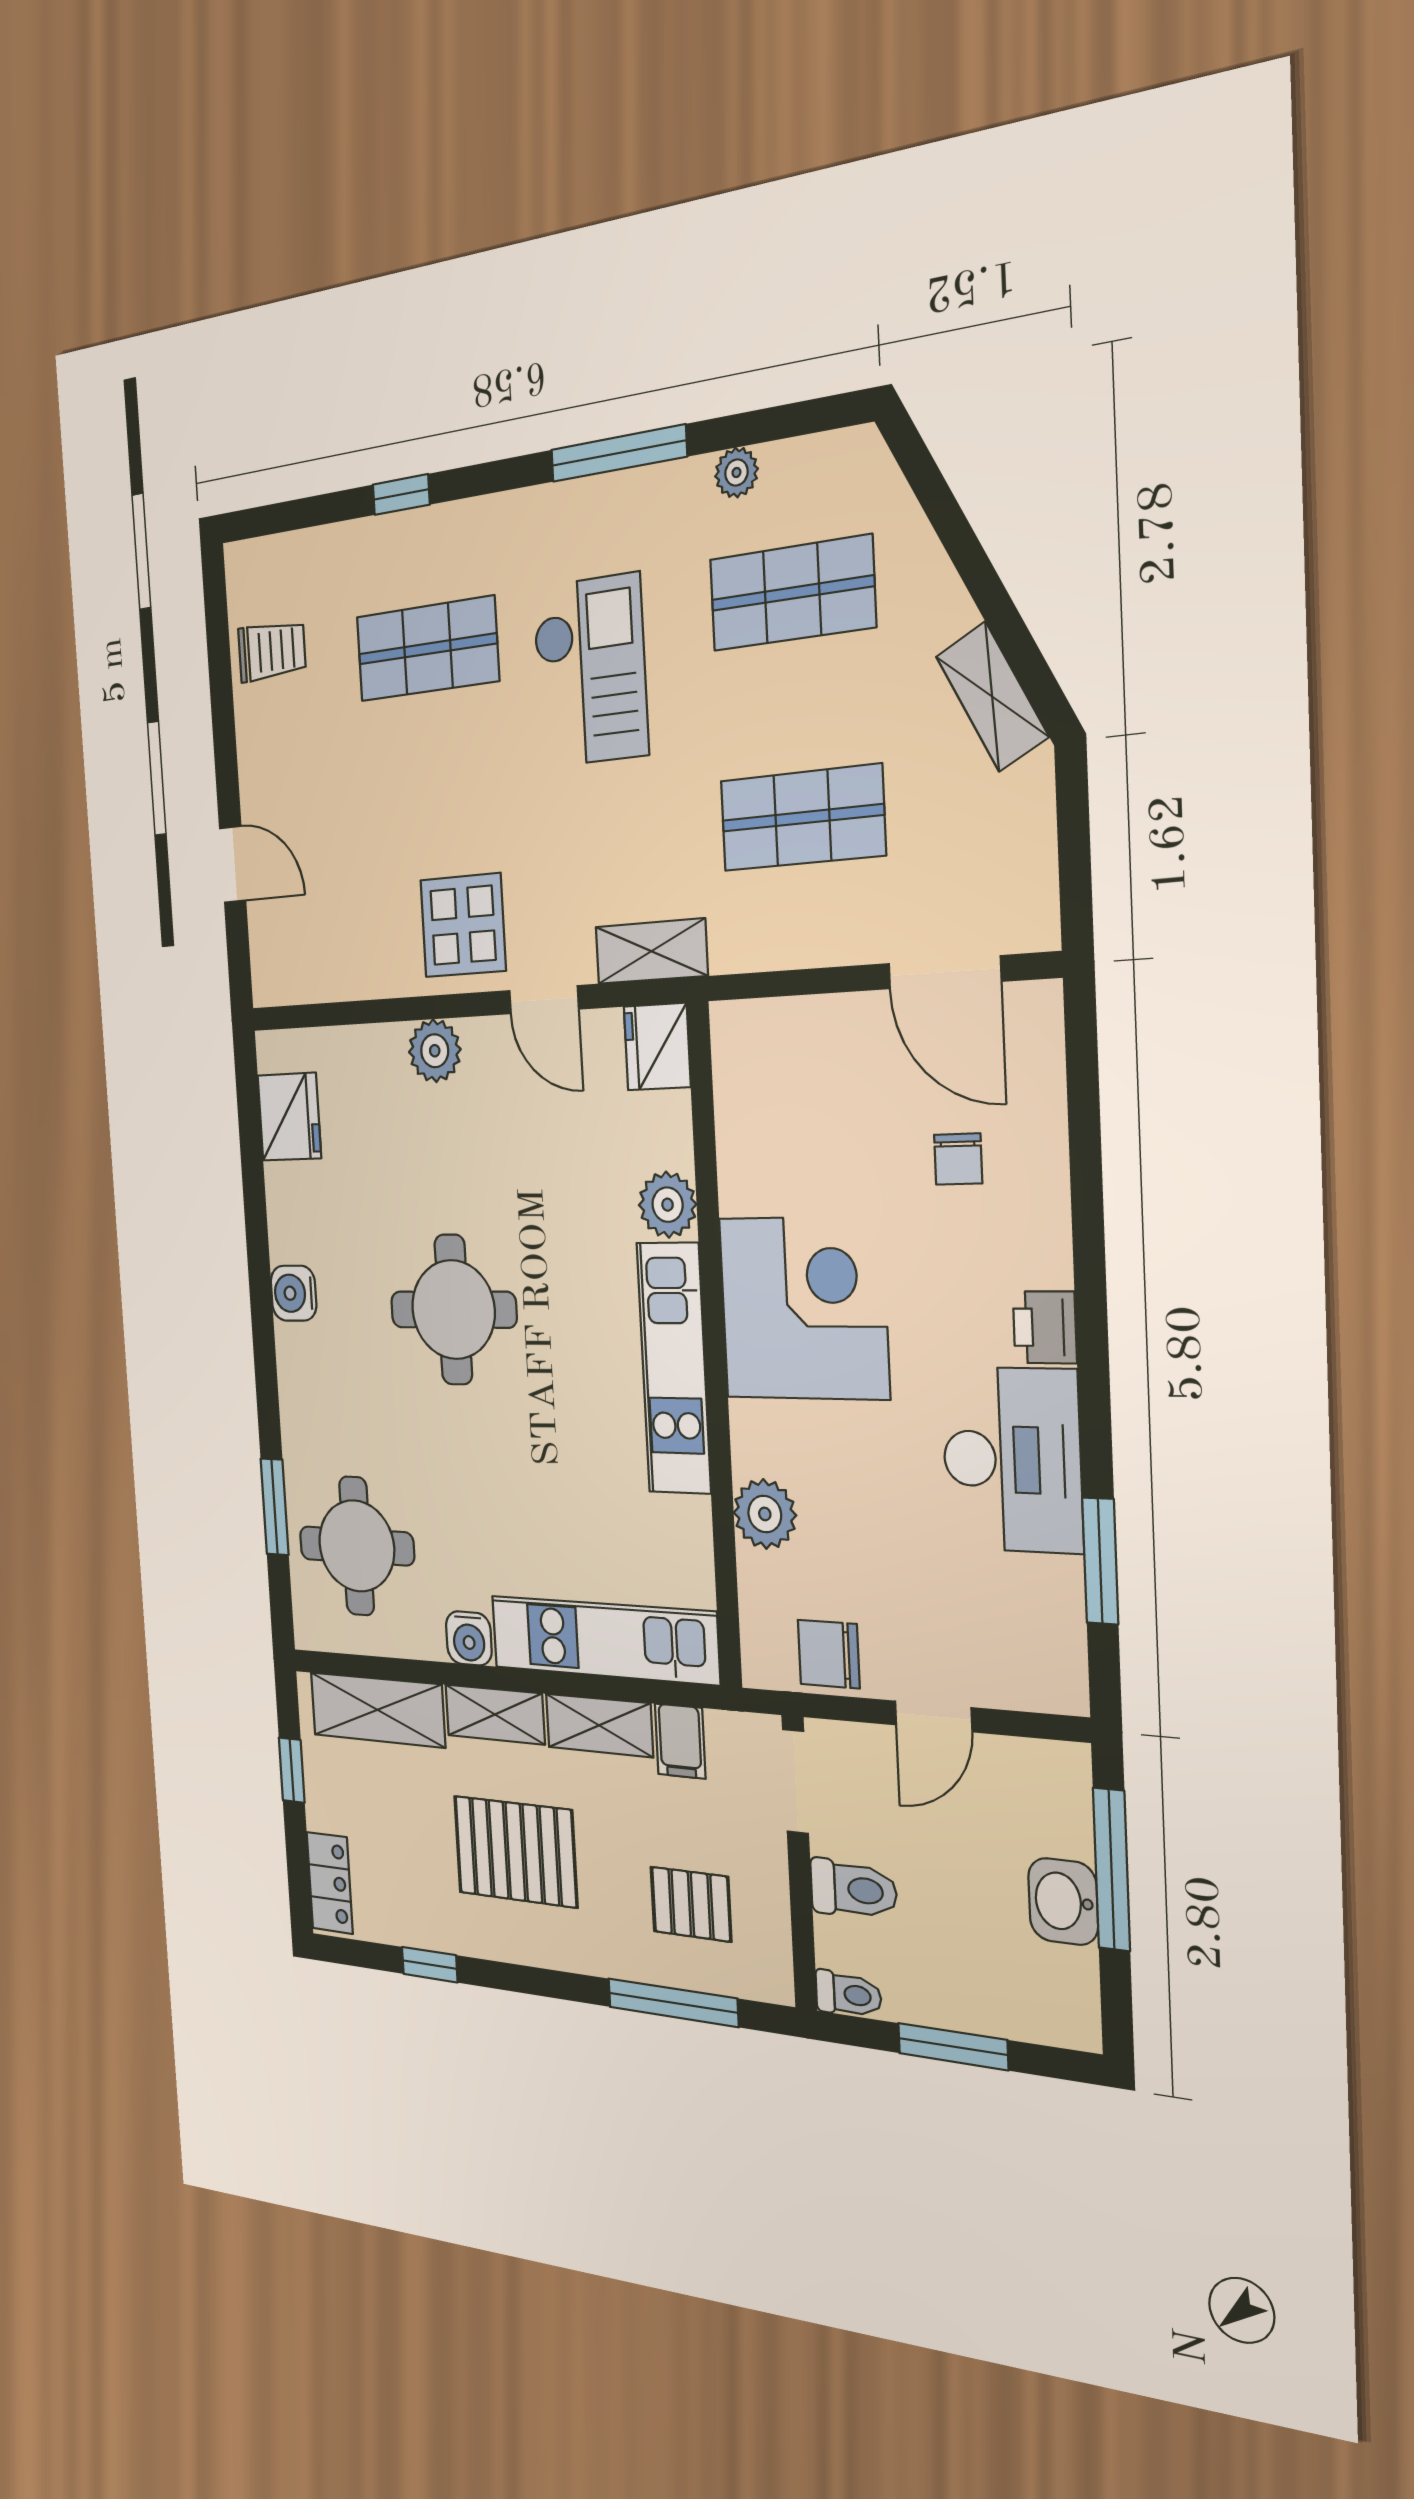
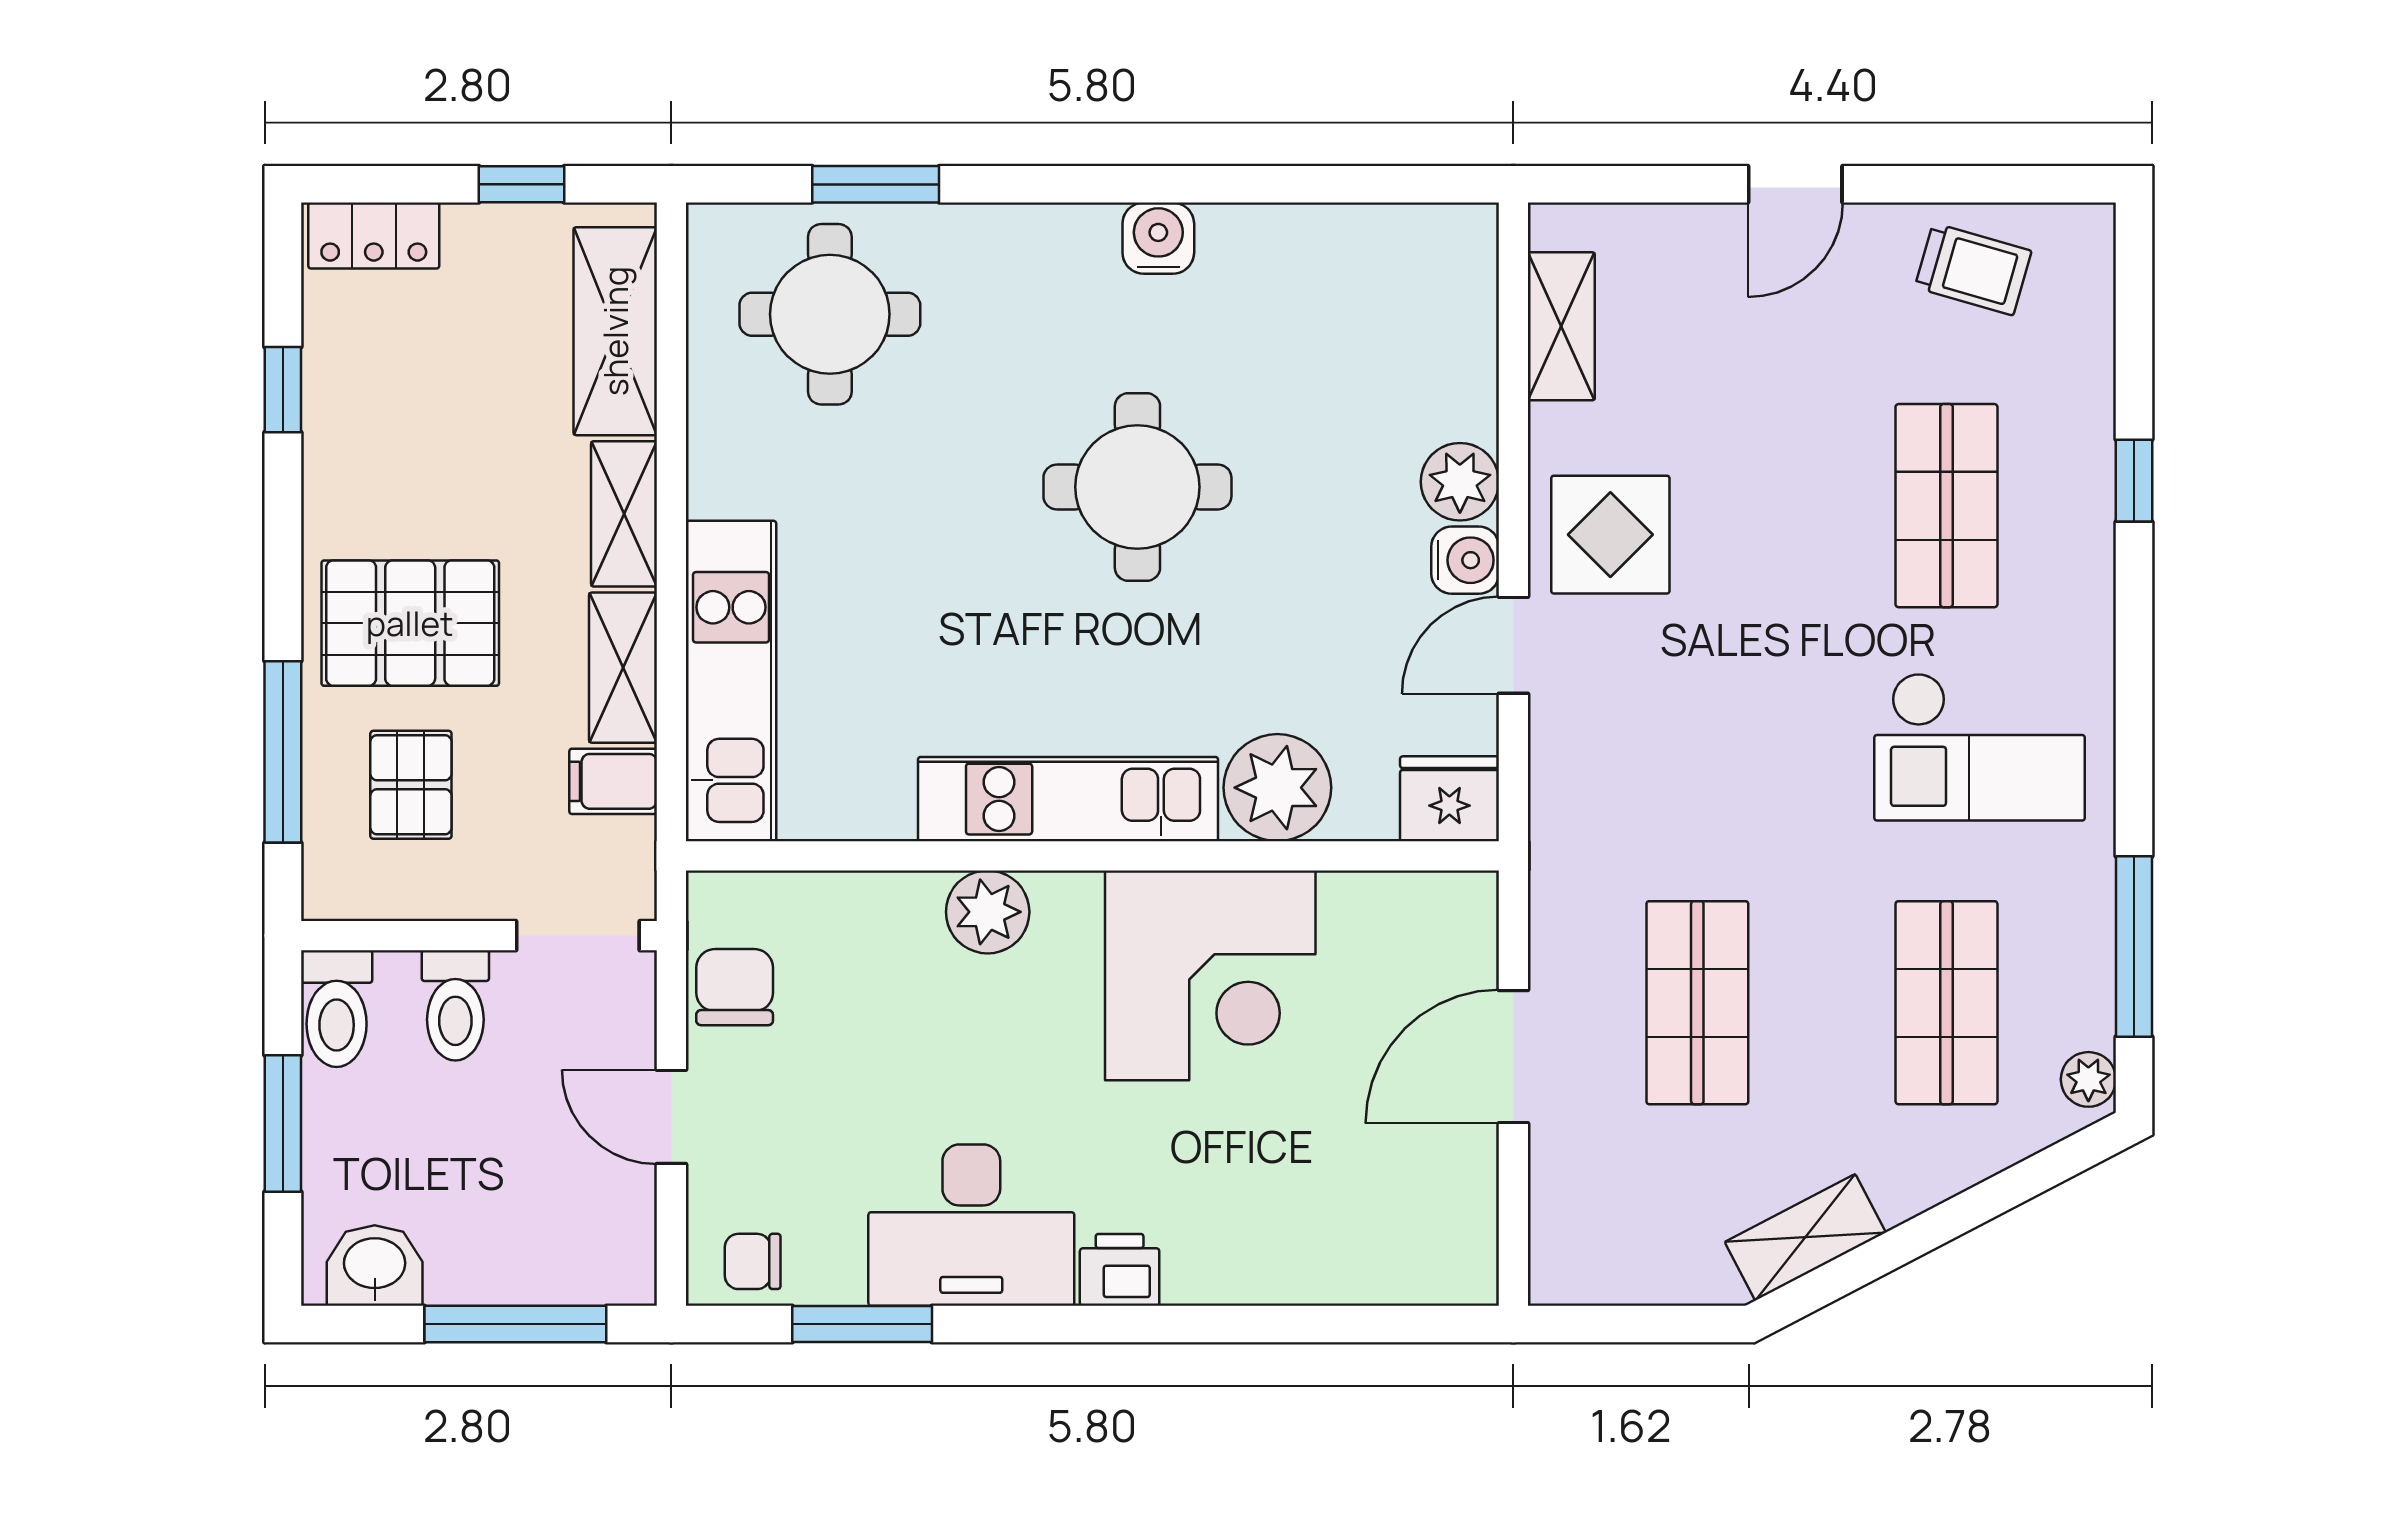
window: (618, 453) -> (2134, 946), moved
plant: (736, 473) -> (2088, 1079), moved
trolley: (272, 651) -> (1973, 269), turned -74
checkout: (590, 671) -> (1980, 747), moved
door: (233, 864) -> (1795, 184), moved
shelving: (651, 951) -> (1561, 326), moved
door: (945, 972) -> (1513, 1057), moved
fridge: (289, 1117) -> (1386, 250), removed
chair: (958, 1159) -> (753, 1261), moved
plant: (668, 1205) -> (1277, 788), width x1.36, depth x1.36
corner desk: (804, 1308) -> (1210, 975), moved
plant: (765, 1514) -> (988, 912), moved
water cooler: (469, 1638) -> (1465, 560), moved, turned 180
pallet: (515, 1852) -> (410, 623), moved, turned 90
washbasin: (1063, 1901) -> (375, 1266), moved
toilet: (848, 1994) -> (337, 1009), width x1.37, depth x1.39

